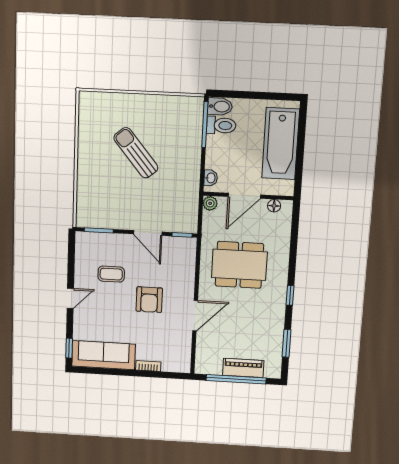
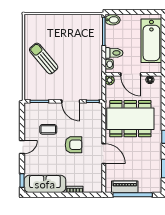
toilet: (221, 125) -> (114, 53), moved
sun lounger: (136, 153) -> (44, 58), moved
door: (244, 196) -> (131, 74), hinge flipped
dining table: (239, 265) -> (130, 119), width x1.36, depth x1.24
armchair: (149, 300) -> (74, 145), turned -90
door: (195, 316) -> (104, 154), hinge flipped
piano: (243, 368) -> (125, 187), moved

